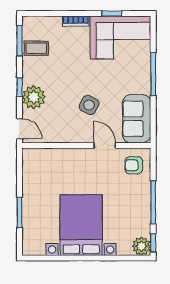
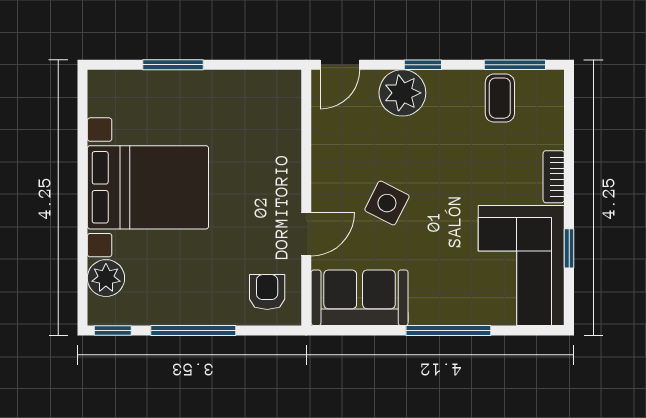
plant: (141, 246) -> (106, 278), moved

